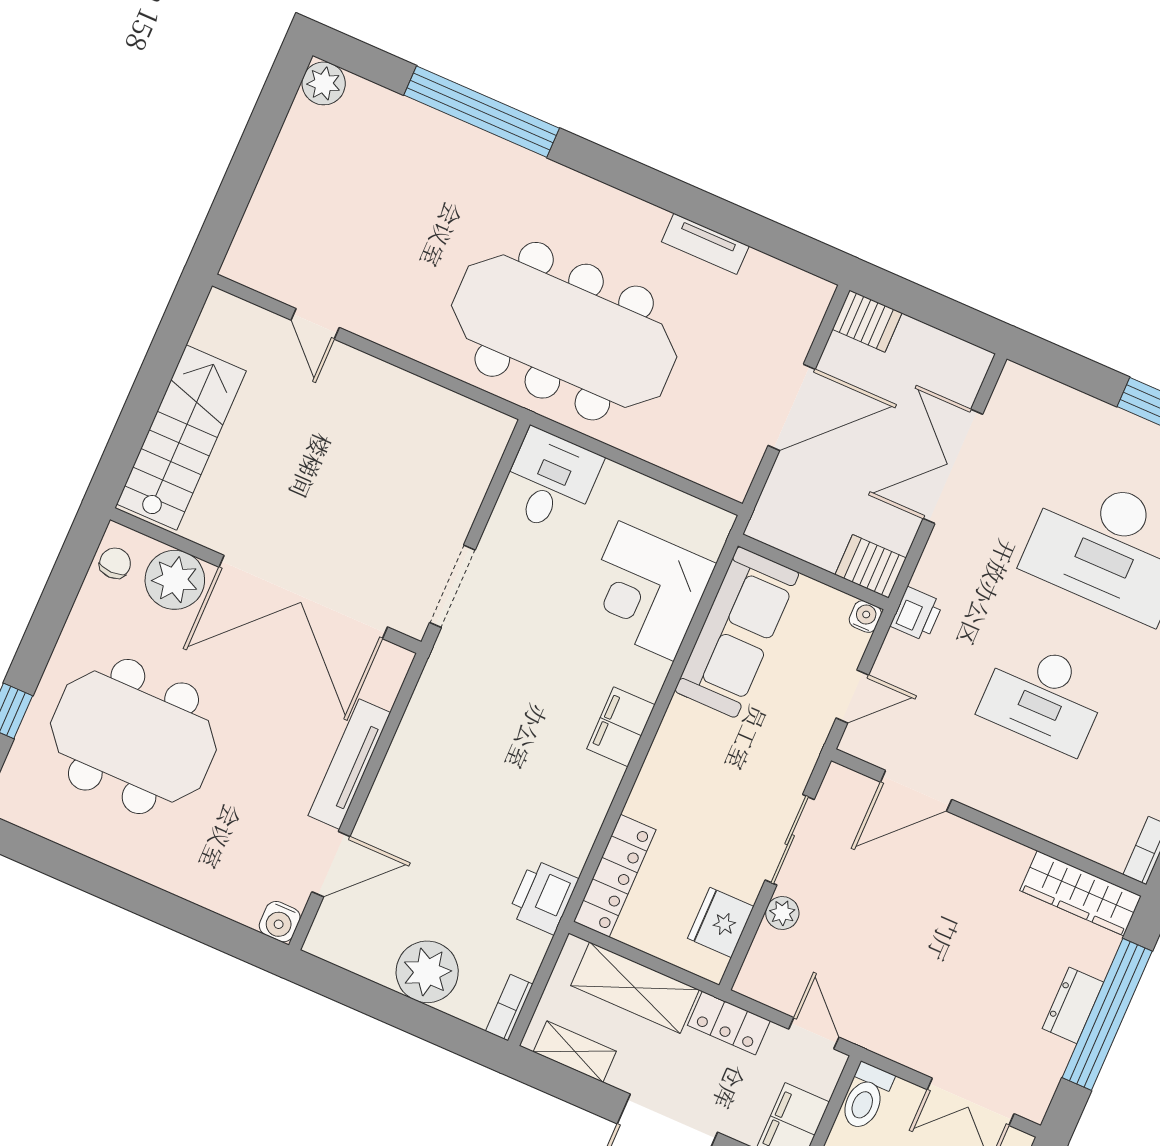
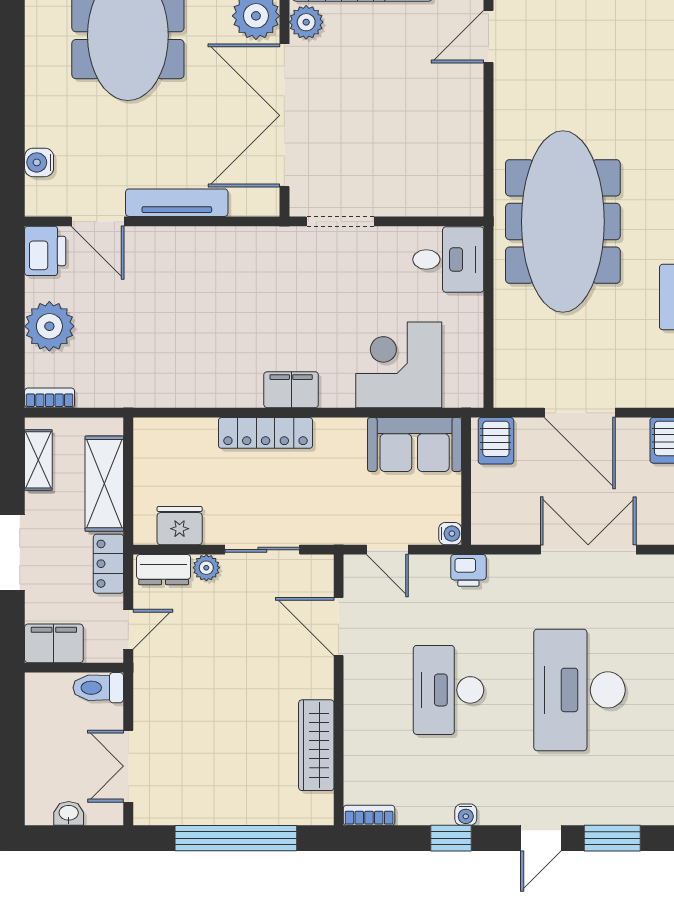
door: (315, 324) -> (489, 37), width x1.37
plant: (207, 526) -> (306, 22), added
server rack: (871, 566) -> (496, 441), moved, turned 180
sofa: (737, 632) -> (415, 444), width x0.73
locker: (615, 876) -> (266, 433), moved
wardrobe: (1081, 893) -> (316, 745), moved
printer: (543, 897) -> (45, 251), moved, turned 90
water cooler: (280, 922) -> (39, 162), moved
dresser: (1073, 1005) -> (164, 570), moved, turned 180

